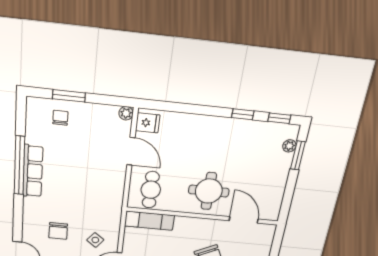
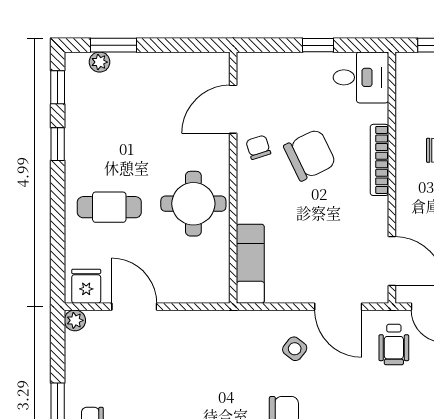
door: (131, 151) -> (134, 307), hinge flipped
cafe table: (151, 190) -> (109, 207), moved
round table: (209, 191) -> (193, 204), moved
chair: (218, 231) -> (258, 147), added

